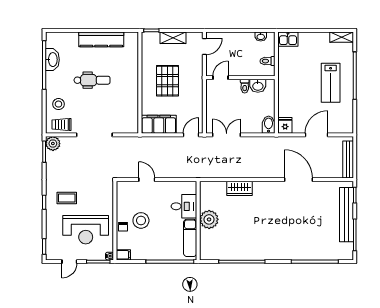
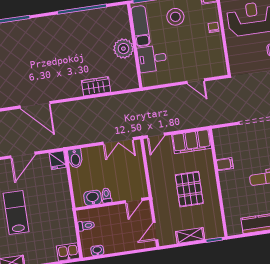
filing cabinet: (131, 99) -> (225, 164), added
stool: (141, 220) -> (175, 17), moved

